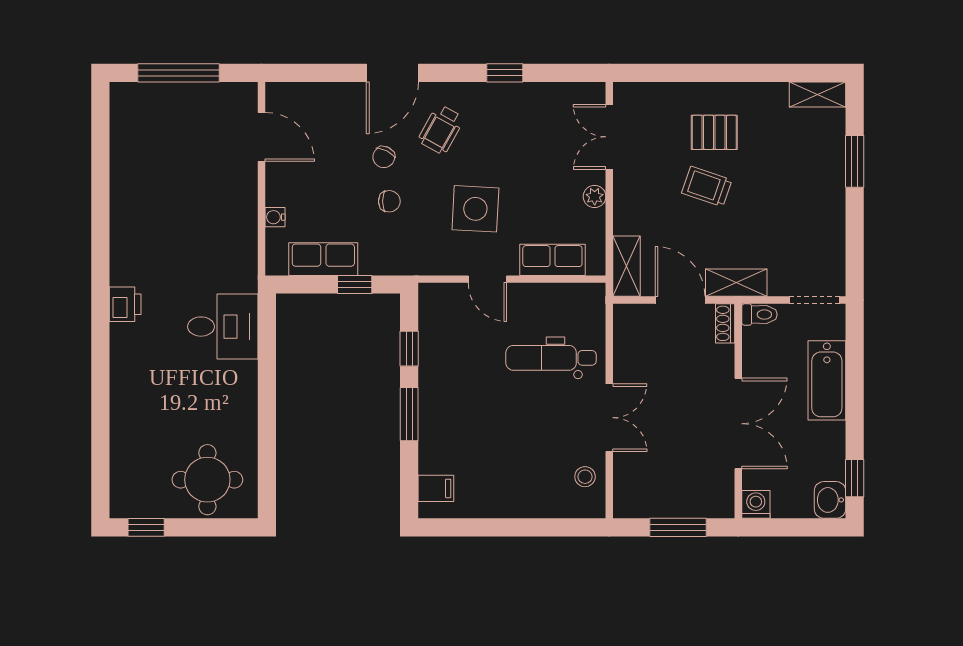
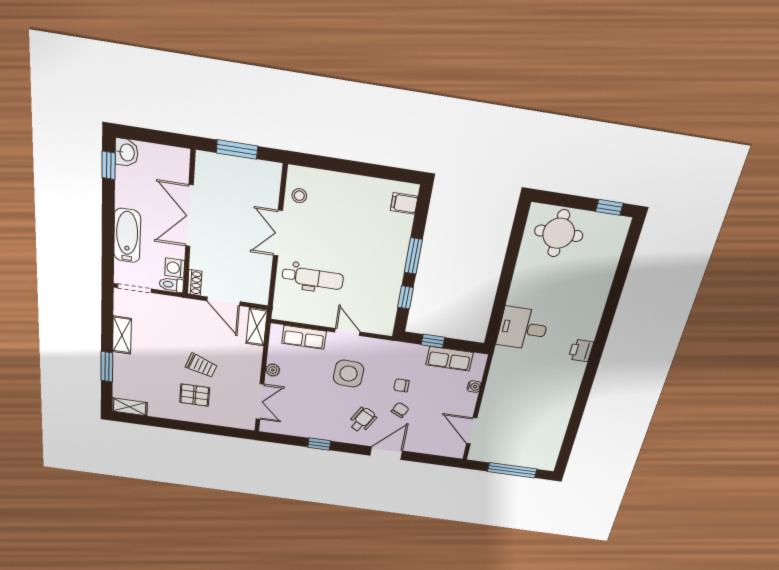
shelving: (736, 283) -> (122, 335), moved, turned 90
washing machine: (756, 504) -> (175, 268), moved, turned 90

